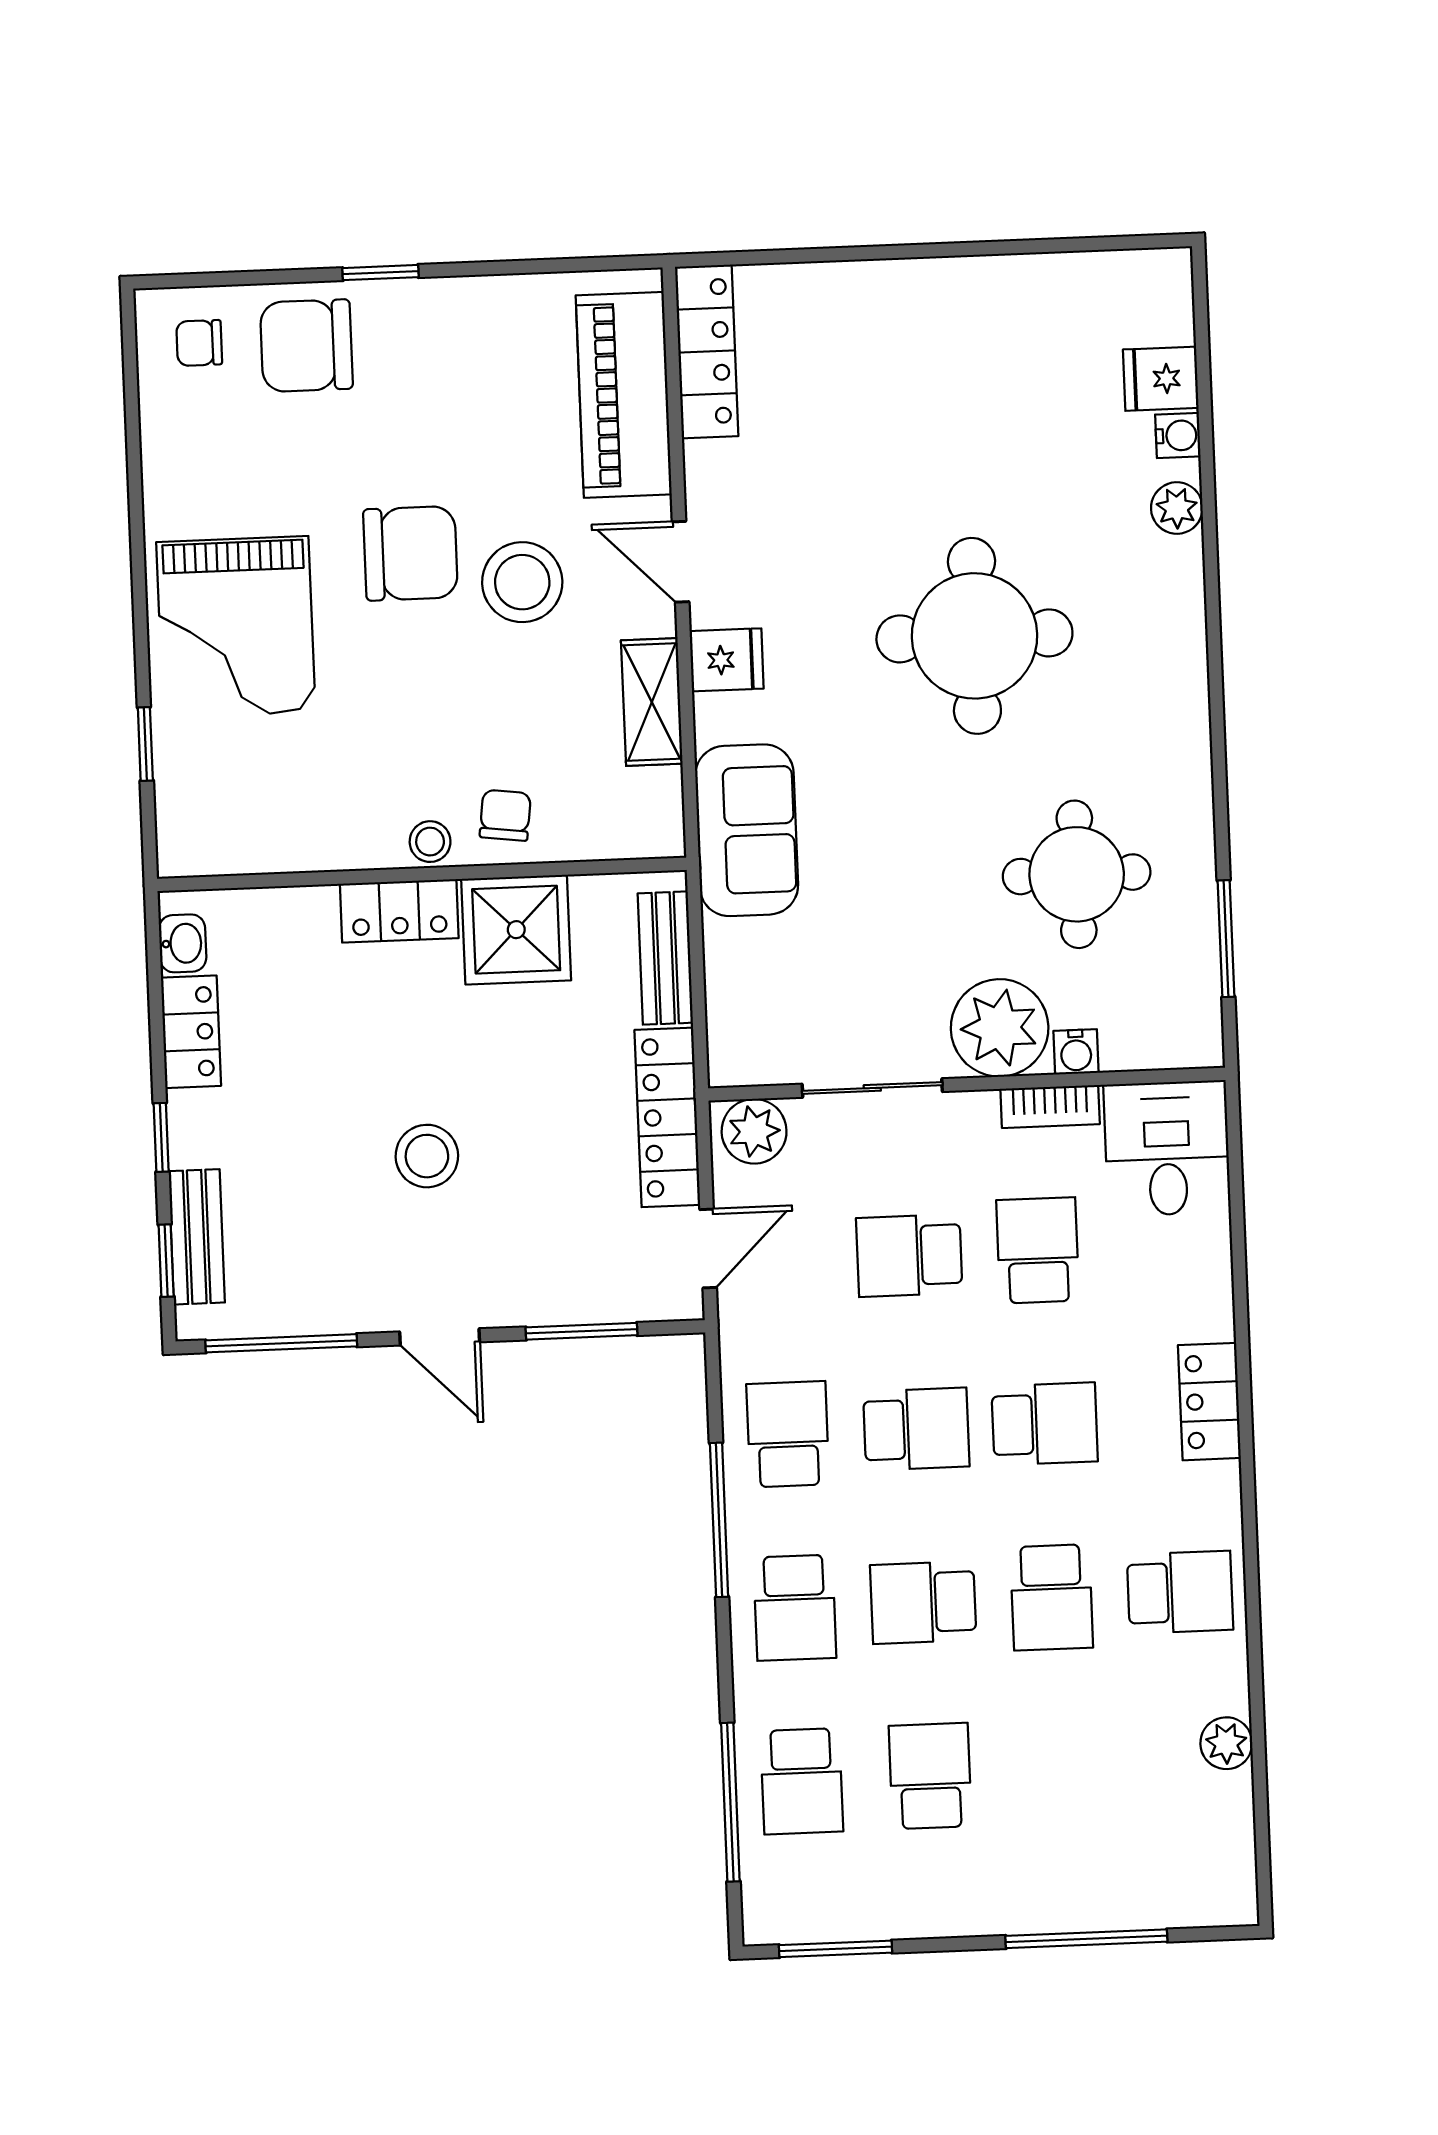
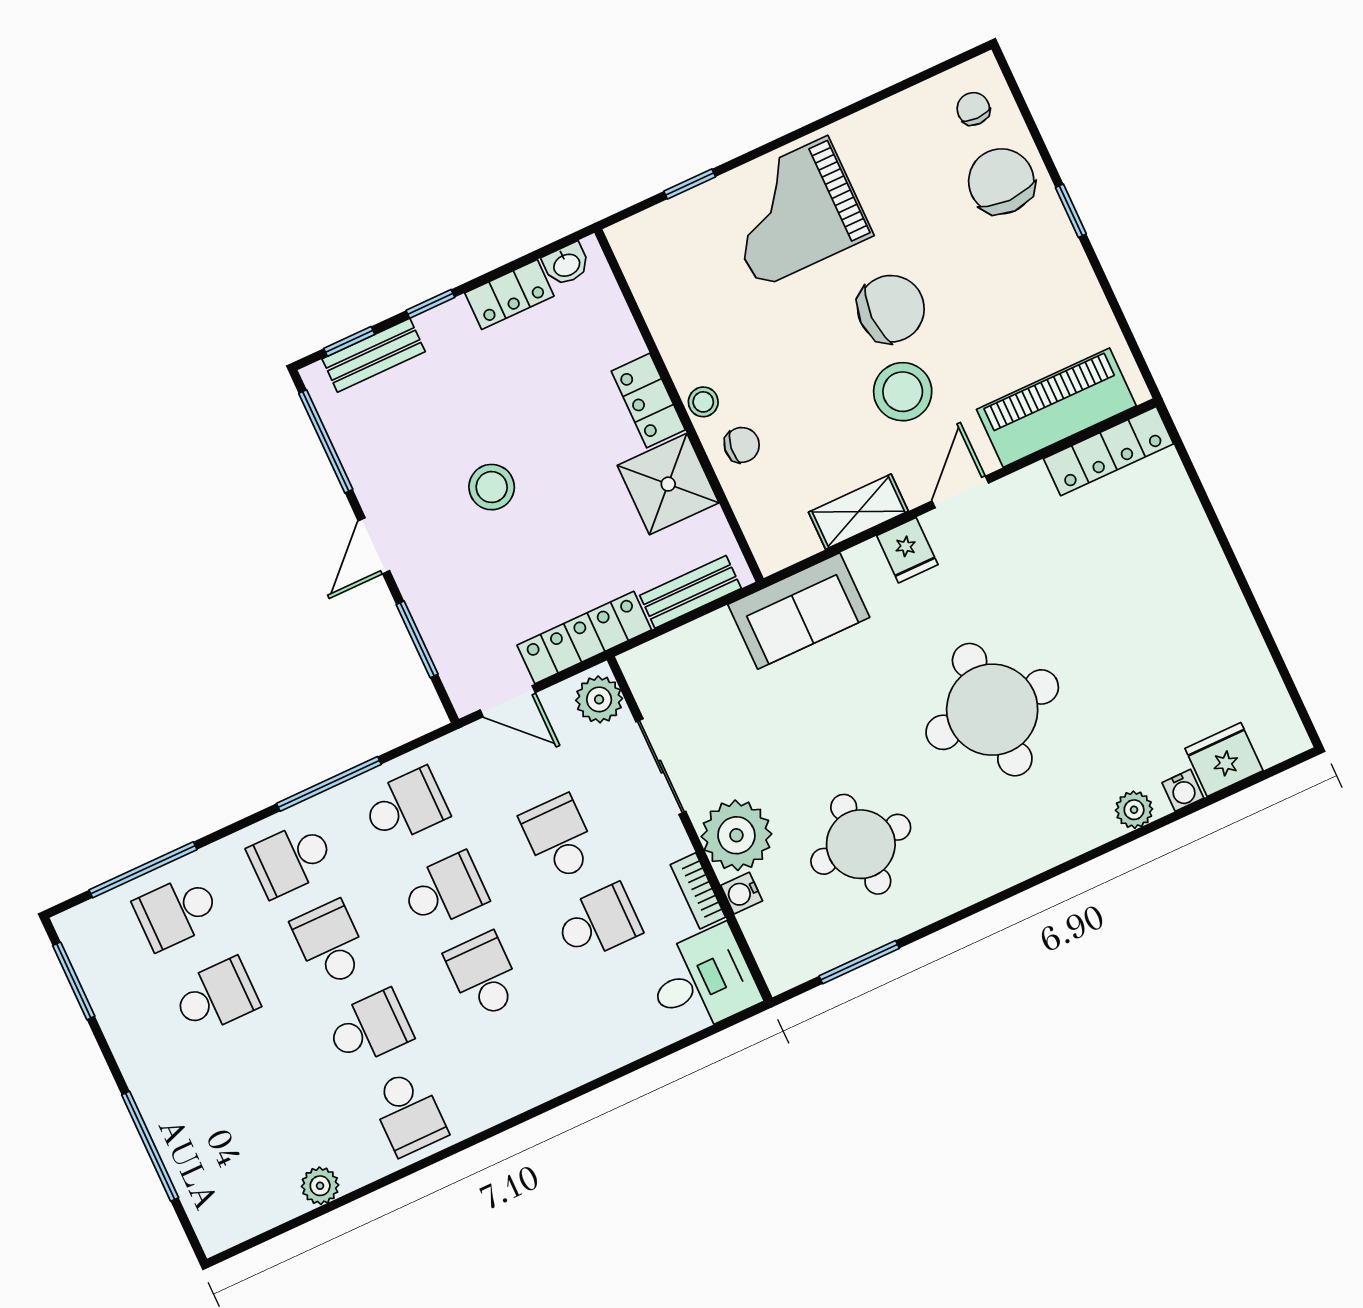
fridge: (1161, 379) -> (1224, 759), width x1.38
chair: (410, 553) -> (891, 309), turned -90
locker: (1209, 1402) -> (544, 1080), removed
school desk: (1045, 1424) -> (484, 975), turned 180
school desk: (916, 1429) -> (445, 891), turned -90
school desk: (1052, 1597) -> (369, 1028), turned 180

